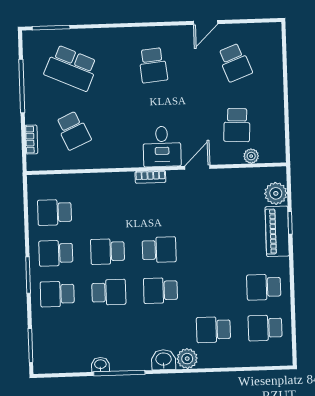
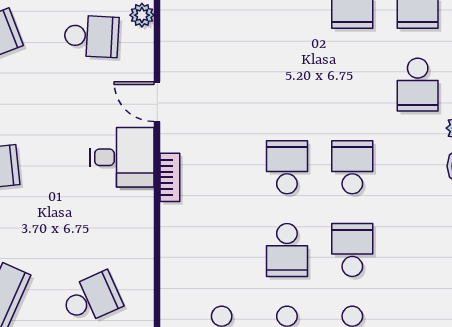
school desk: (160, 291) -> (352, 167), turned 180

